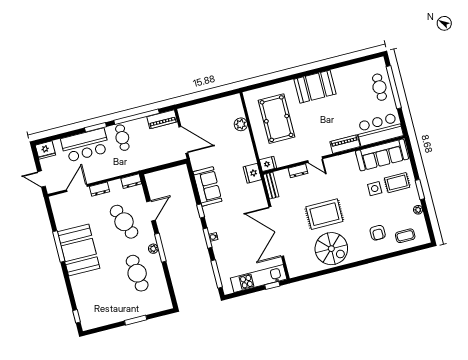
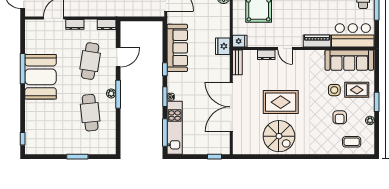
sofa: (207, 186) -> (177, 48), width x1.36
cafe table: (124, 222) -> (90, 61), turned 30
armchair: (378, 233) -> (340, 117), moved
kitchen unit: (259, 279) -> (175, 128), moved, turned 90

